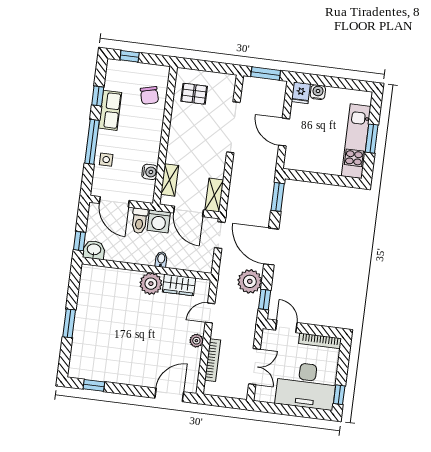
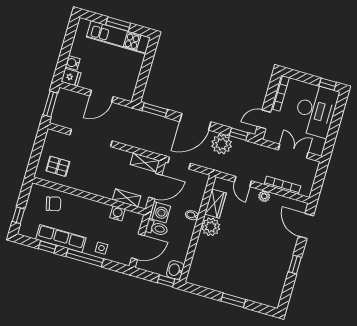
pallet: (194, 94) -> (58, 166), turned 90
row of seats: (110, 110) -> (61, 239), width x1.48
window: (94, 385) -> (295, 265), moved

